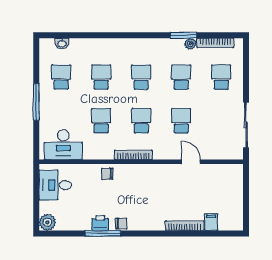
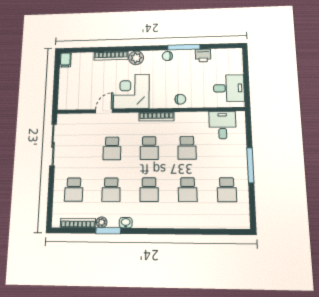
washbasin: (62, 43) -> (126, 223), moved
desk: (63, 145) -> (222, 125), width x0.73
door: (191, 162) -> (104, 111), swing flipped
corner desk: (161, 183) -> (131, 91), added
plant: (47, 222) -> (136, 58), moved
filing cabinet: (211, 222) -> (65, 60), moved
printer: (100, 223) -> (203, 55), moved

